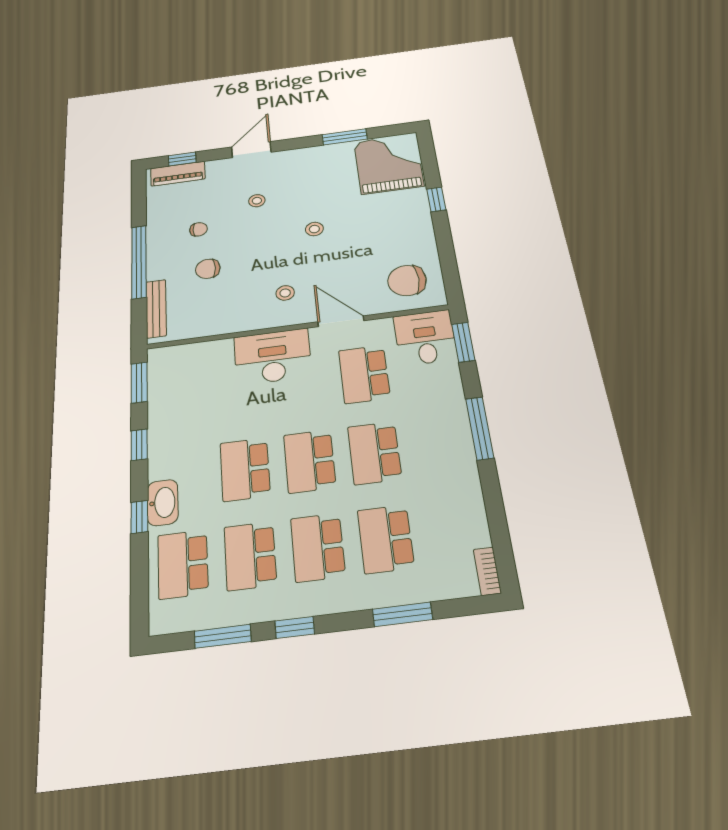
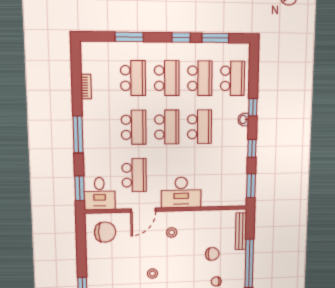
door: (341, 321) -> (143, 210), hinge flipped
washbasin: (163, 503) -> (243, 120), width x0.52, depth x0.69
bookcase: (487, 571) -> (86, 87), moved

